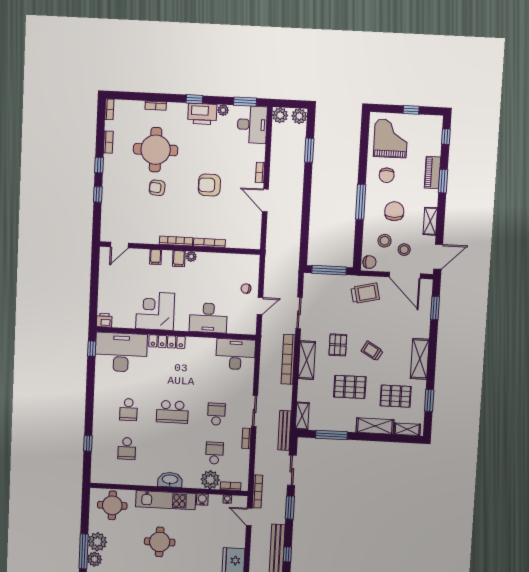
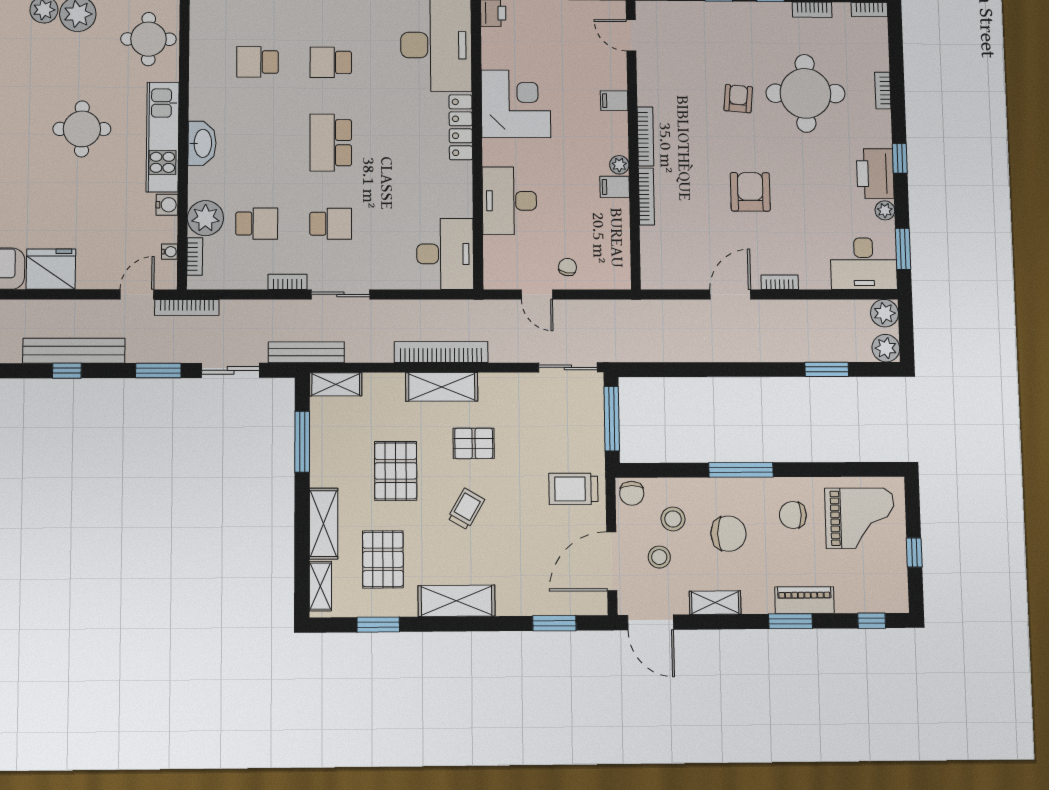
filing cabinet: (179, 259) -> (615, 187), moved
trolley: (365, 293) -> (573, 489), turned 103
sliding door: (299, 313) -> (568, 367), moved

